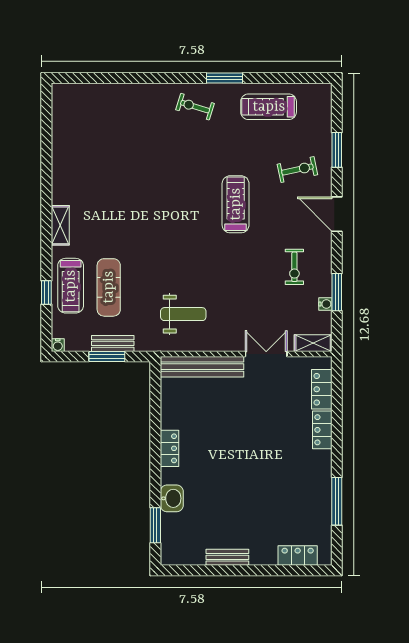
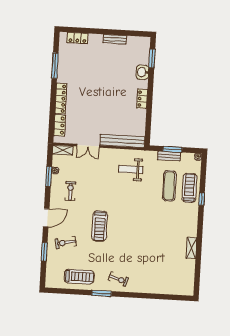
door: (337, 214) -> (46, 218), hinge flipped
shelving: (60, 225) -> (192, 248), moved
window: (46, 292) -> (202, 199), moved
locker: (322, 430) -> (61, 99), width x1.53

